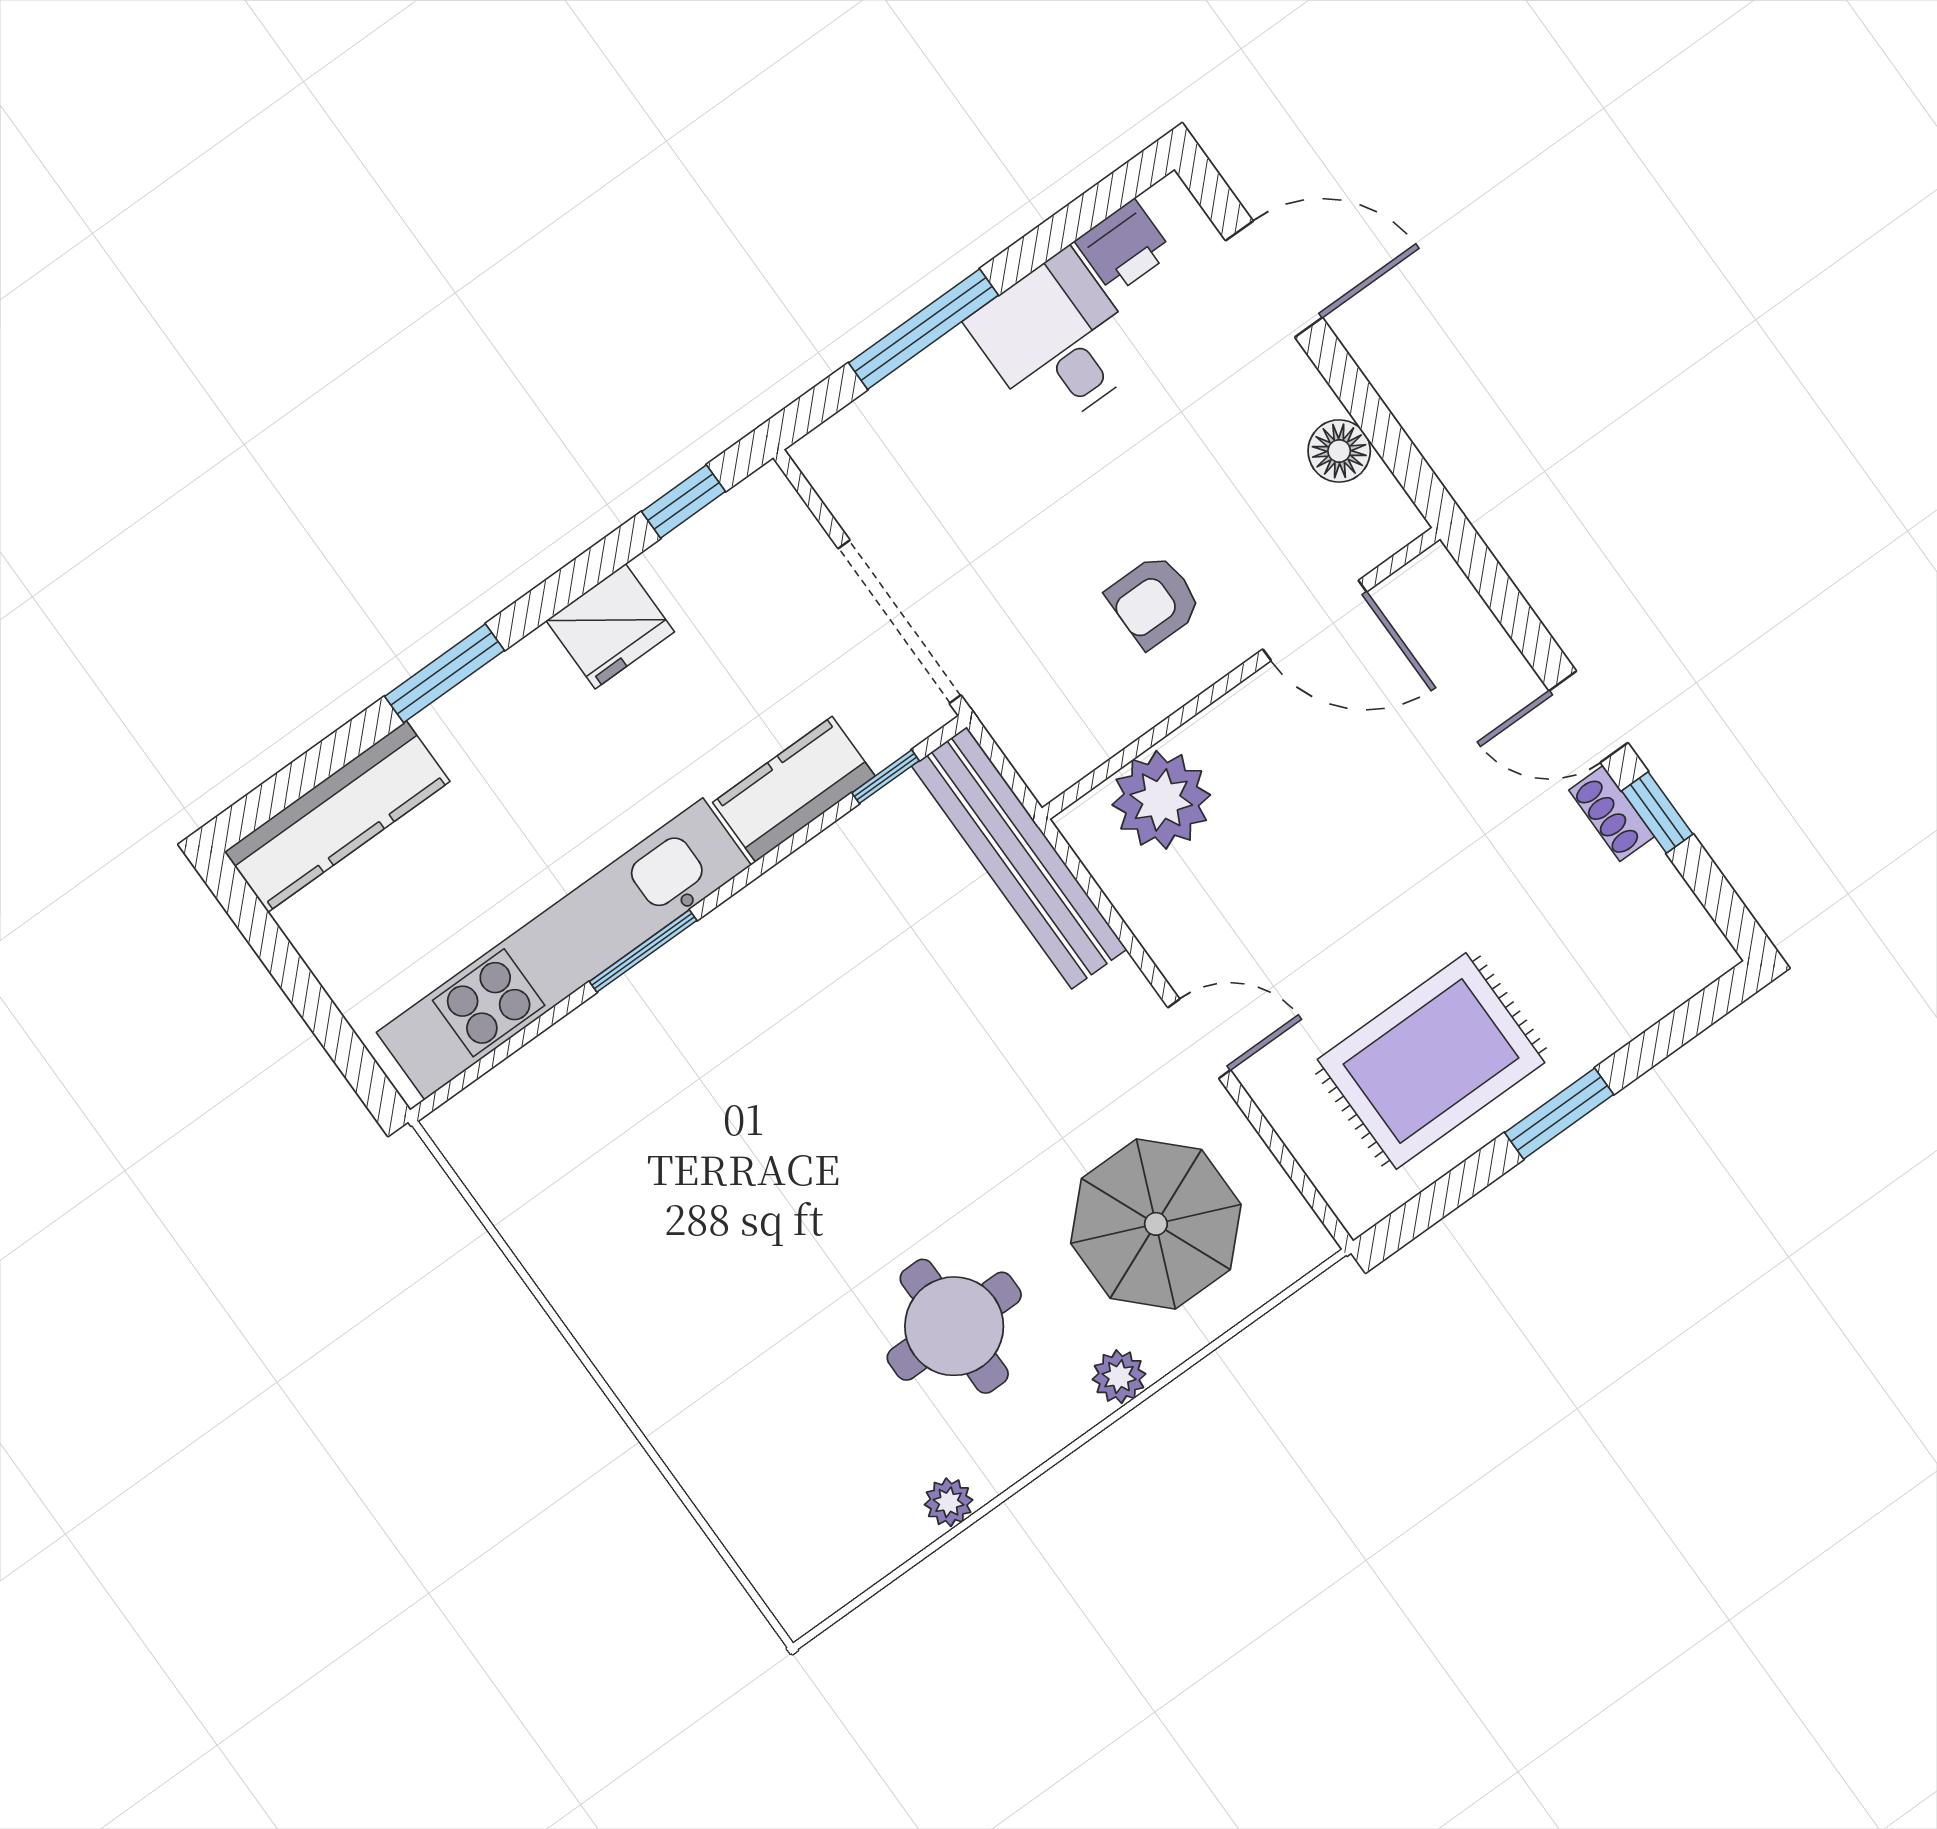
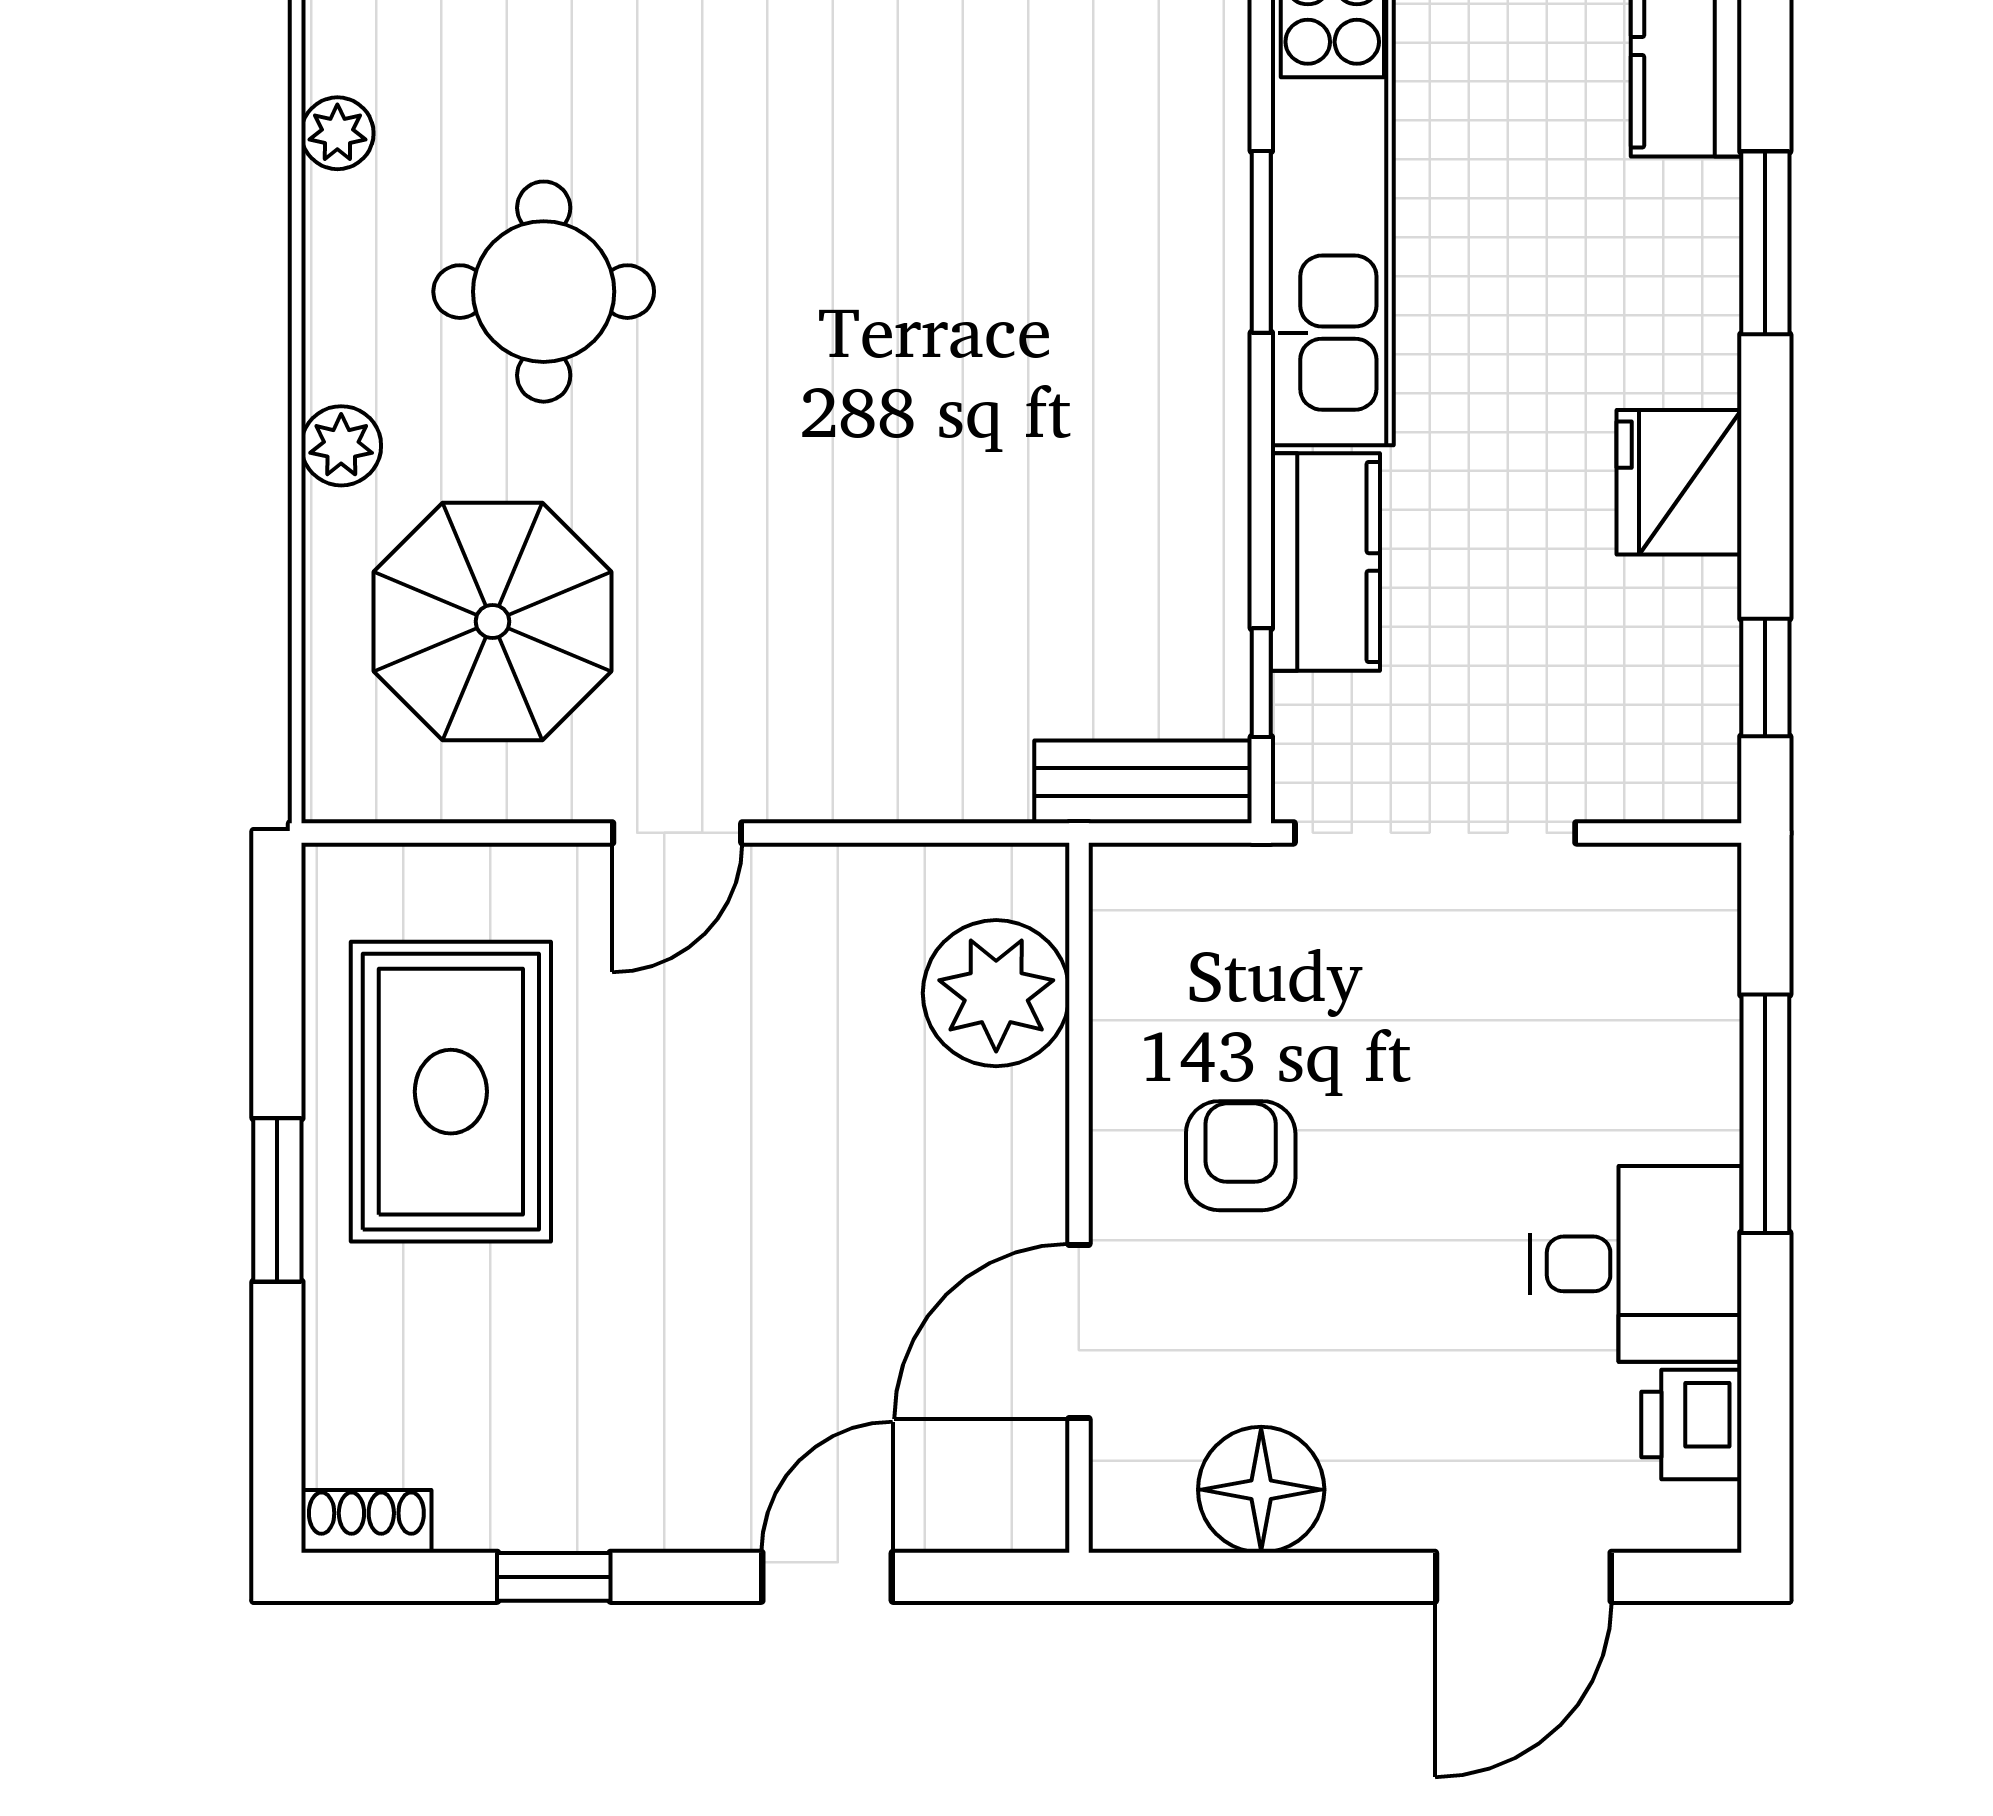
floor lamp: (1339, 451) -> (1261, 1490), width x1.38, depth x1.38
door: (1588, 717) -> (827, 1577), moved
shoe rack: (1612, 813) -> (366, 1521), moved
bench: (1019, 858) -> (1143, 782), width x0.54, depth x0.82

